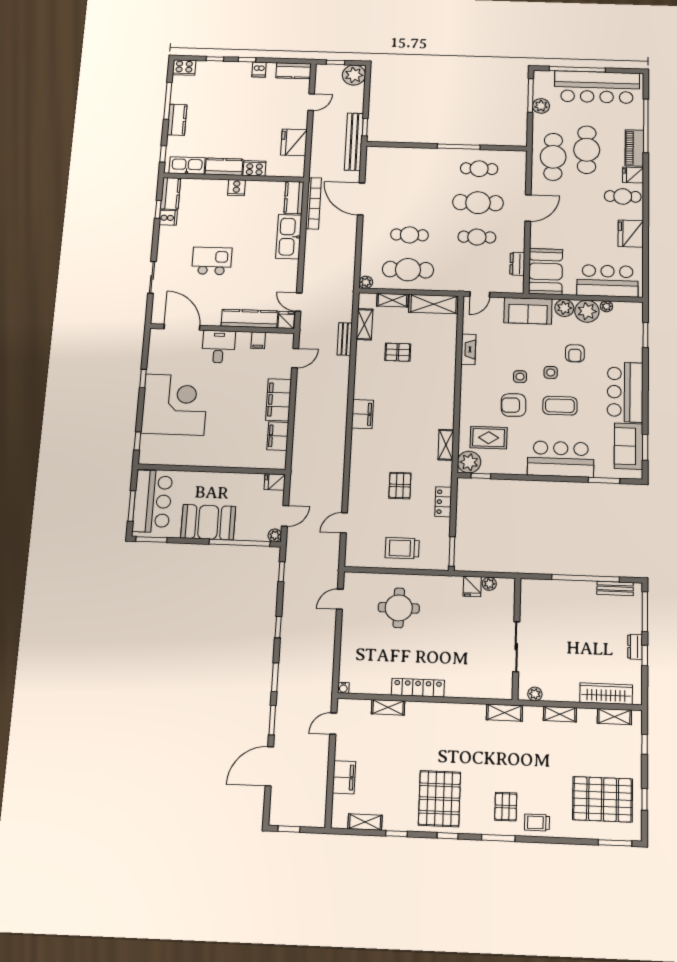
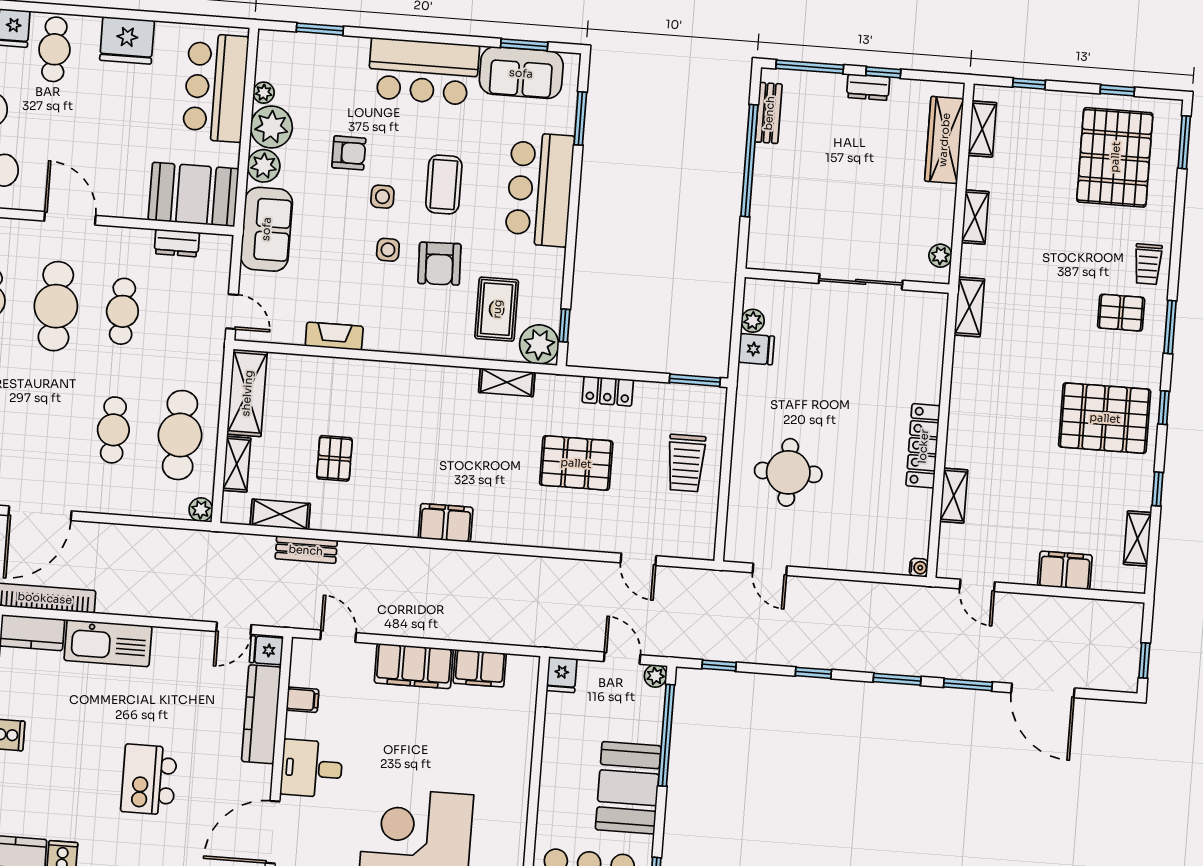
pallet: (400, 486) -> (576, 463), width x1.50, depth x1.42

